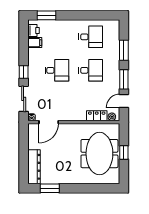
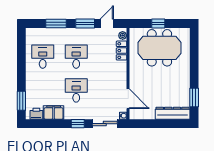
filing cabinet: (35, 43) -> (54, 113), width x2.00
door: (124, 101) -> (107, 24), swing flipped

